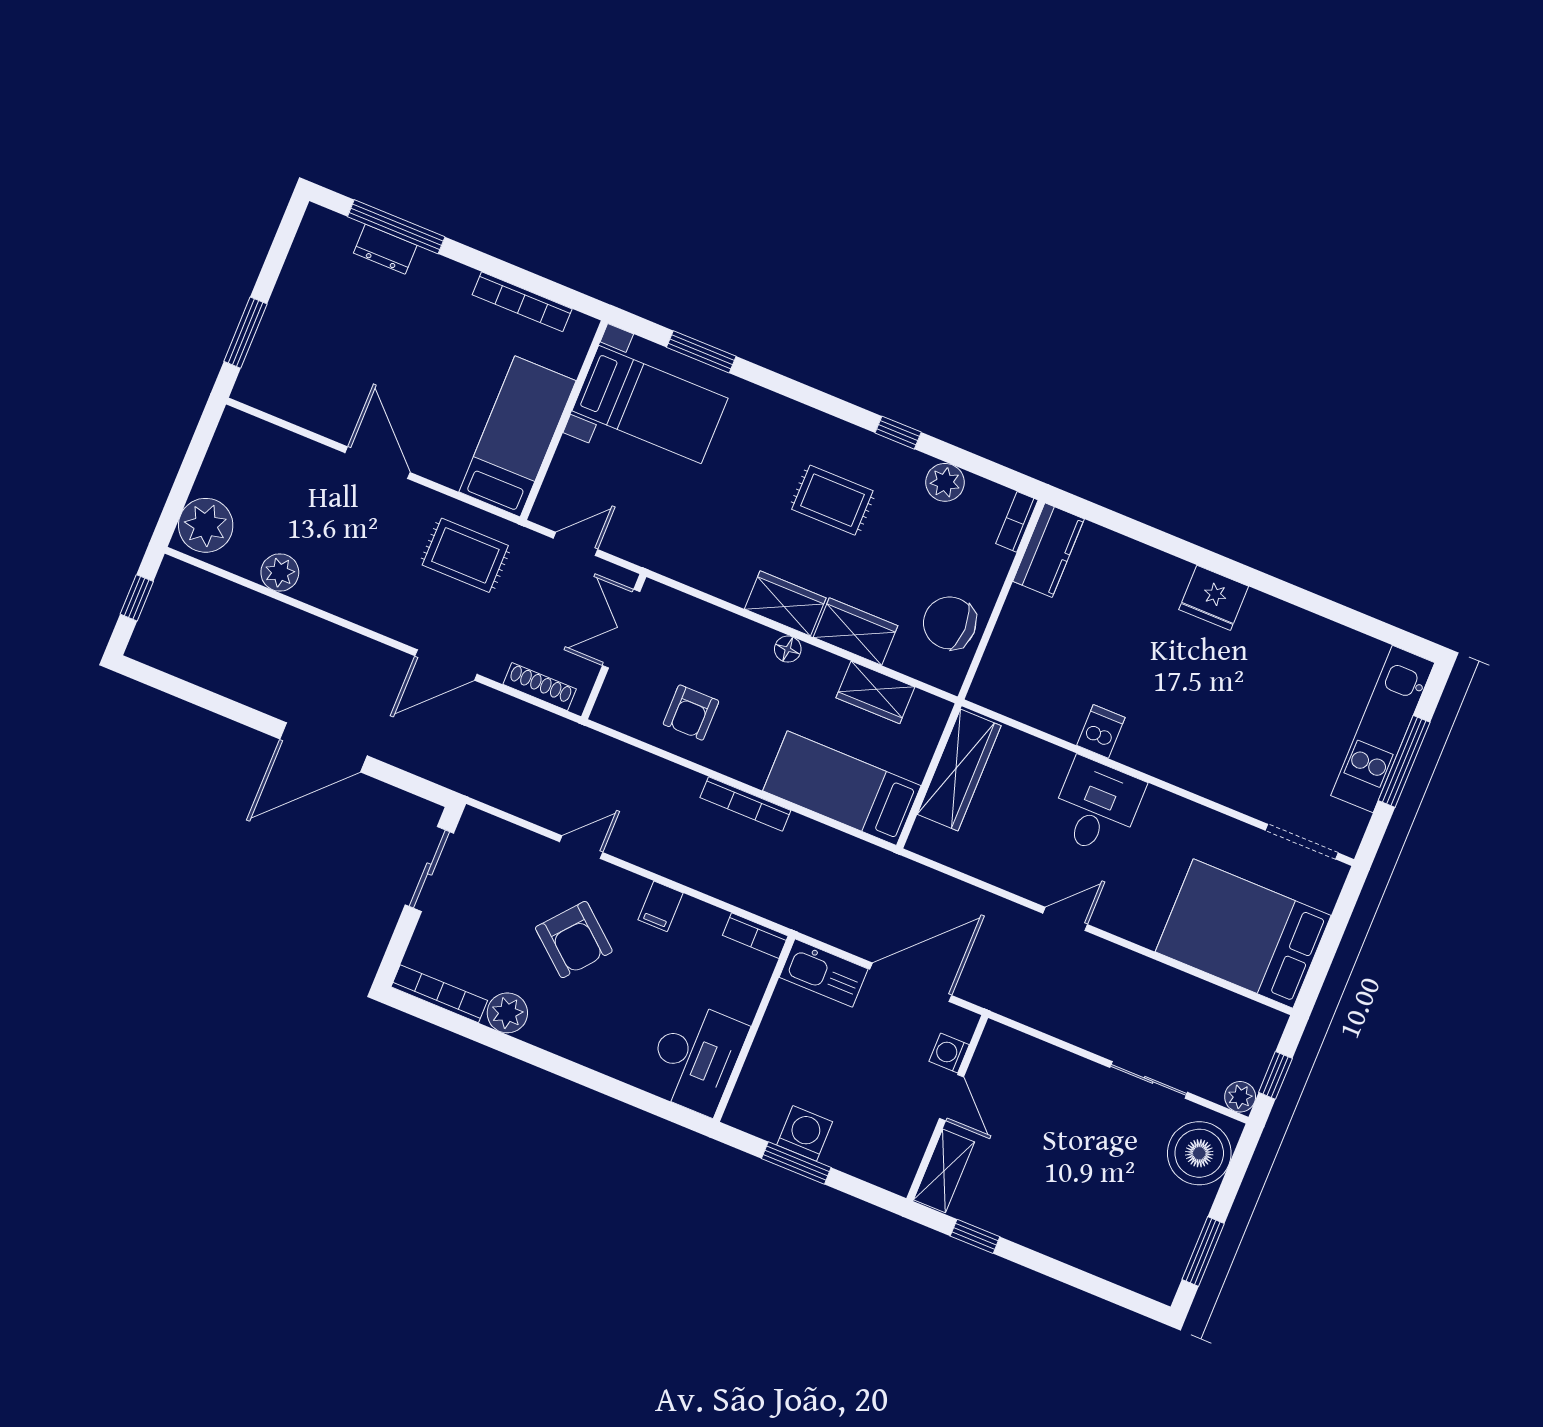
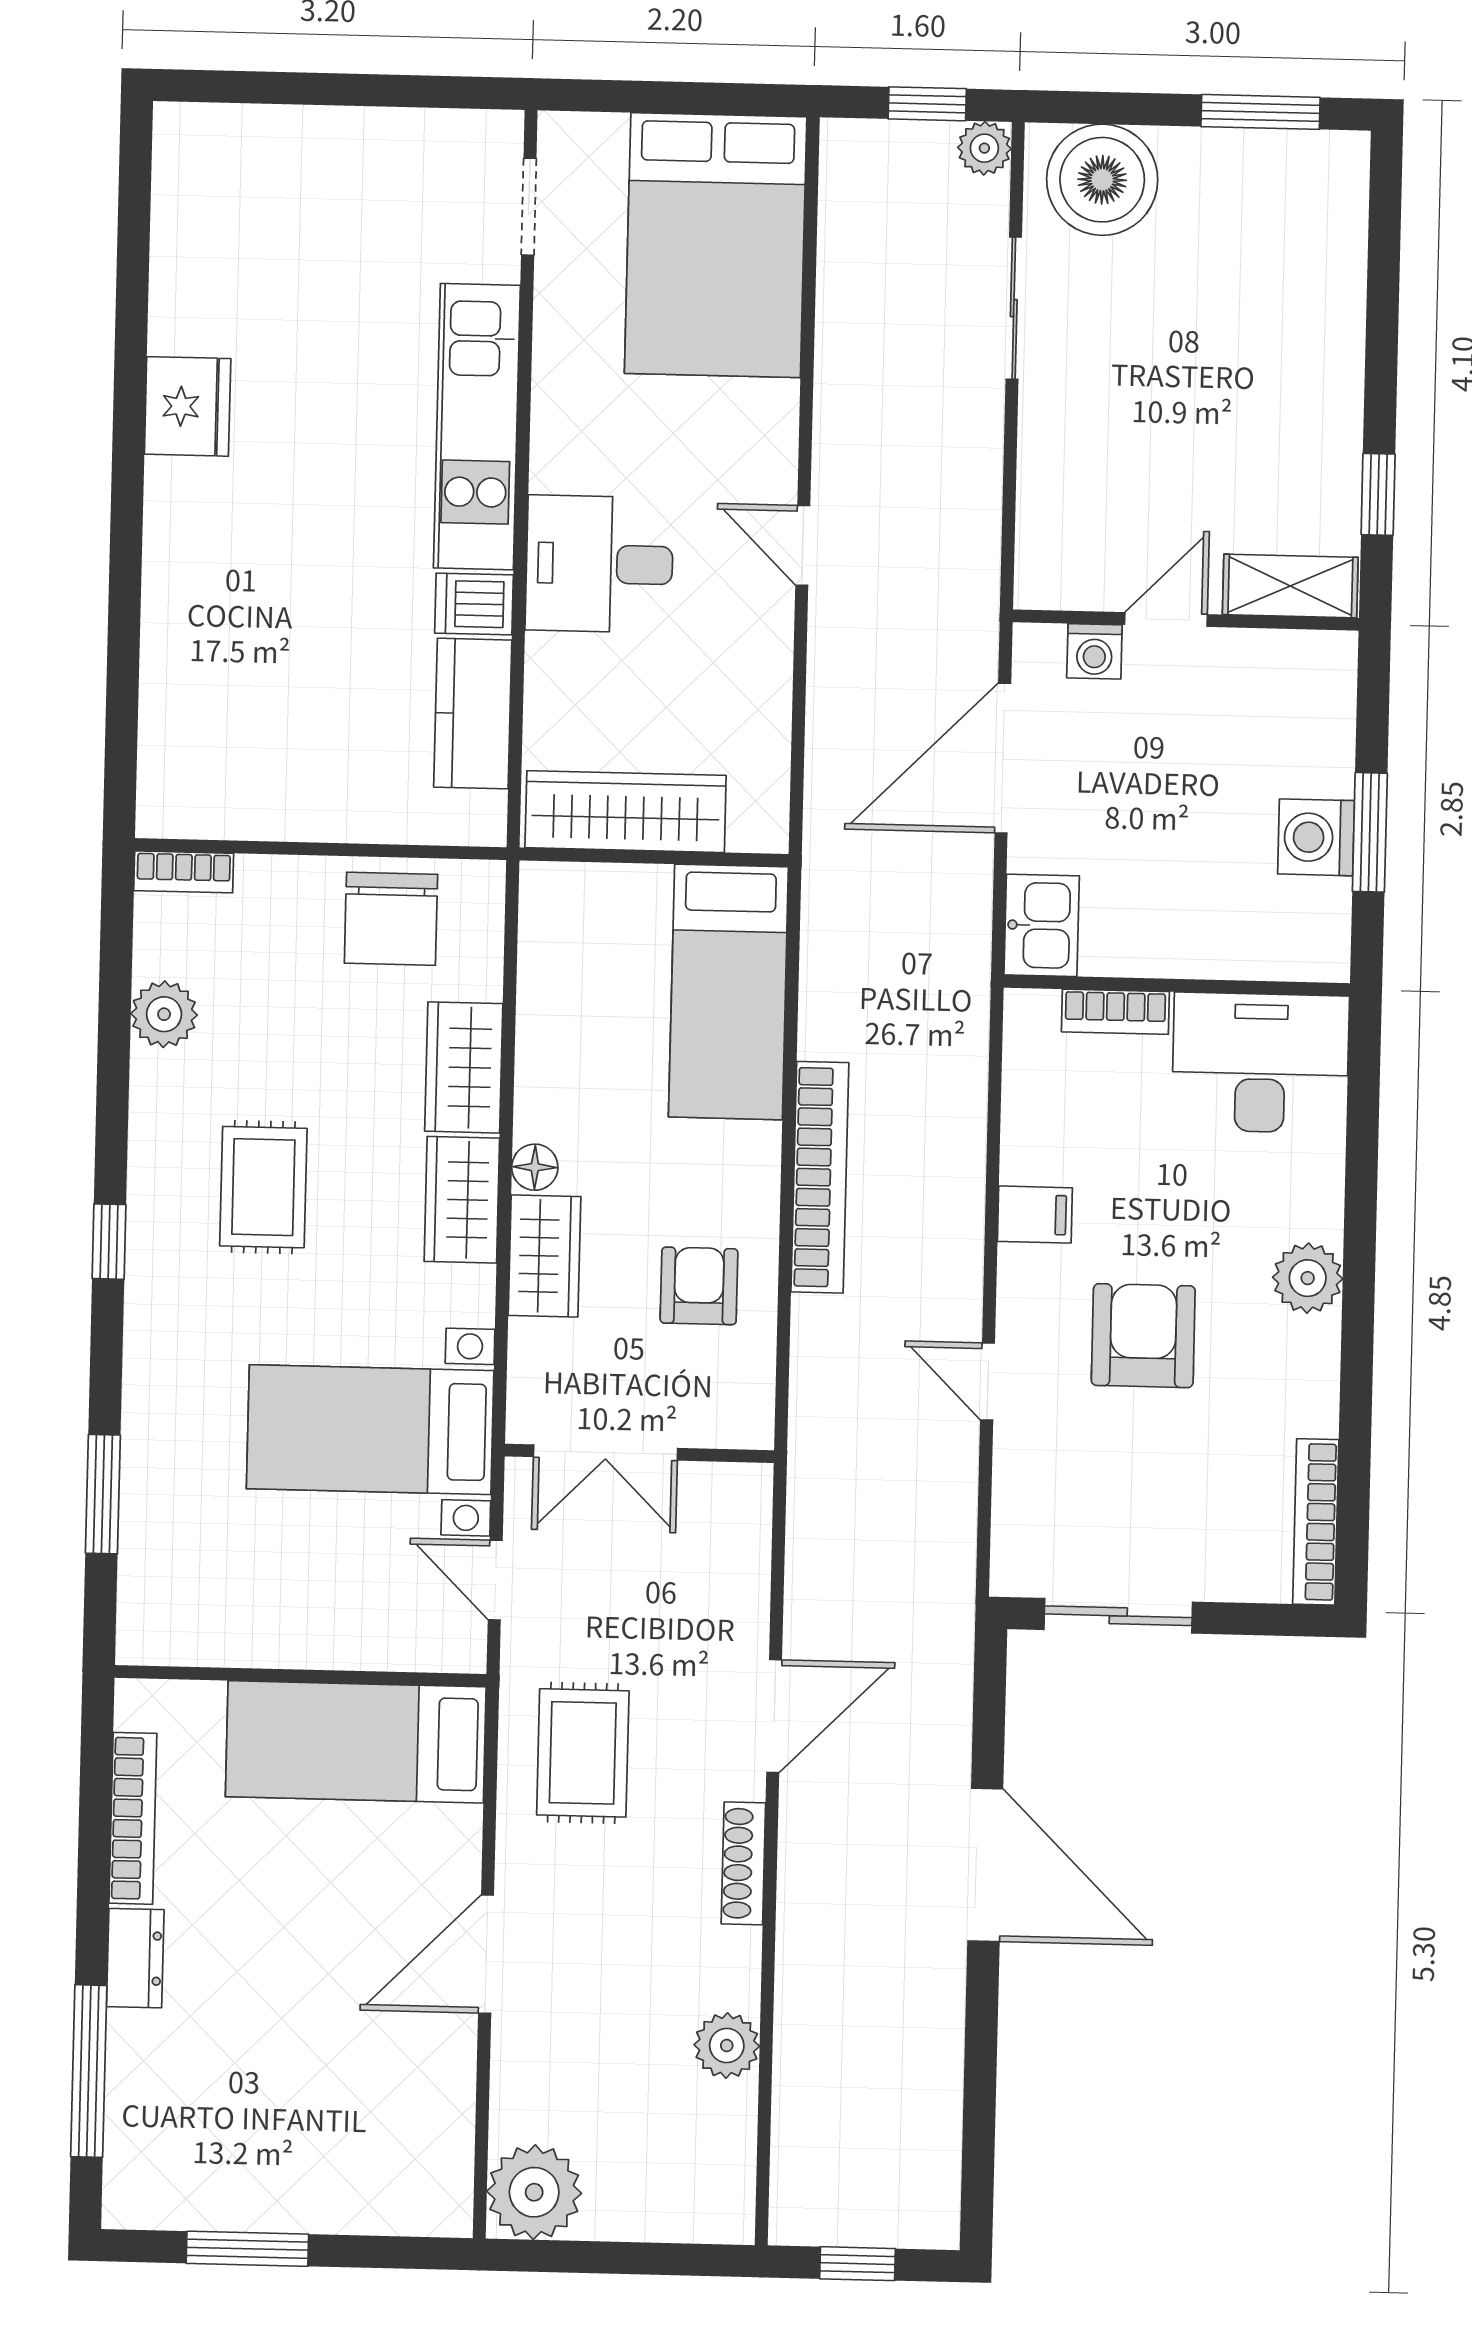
dresser: (385, 249) -> (135, 1958), moved
window: (245, 333) -> (247, 2249), moved
bed with nightstands: (650, 405) -> (370, 1430), moved, turned -90
window: (898, 433) -> (109, 1242), moved
plant: (206, 525) -> (534, 2192), moved
kitchen counter: (1048, 550) -> (473, 714), moved, turned -90
fridge: (1214, 598) -> (188, 406), moved
door: (446, 665) -> (774, 1716), hinge flipped
shoe rack: (540, 687) -> (743, 1863), moved
wardrobe: (875, 692) -> (545, 1256), moved
armchair: (691, 713) -> (699, 1286), turned -90
kitchen unit: (1383, 729) -> (477, 427), moved, turned 90
window: (1404, 761) -> (334, 89), removed
bookcase: (745, 804) -> (820, 1177), width x1.48, depth x1.31
doorway: (1302, 842) -> (529, 207), width x0.73
bookcase: (755, 936) -> (1115, 1012), moved, turned 90
armchair: (574, 940) -> (1143, 1336), turned -40
kitchen sink: (824, 973) -> (1042, 925), width x0.73
door: (911, 982) -> (1003, 758), hinge flipped
plant: (507, 1013) -> (1308, 1278), moved

